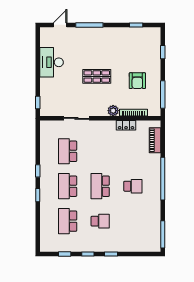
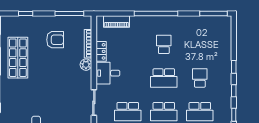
shop shelf: (97, 76) -> (18, 58), moved, width x1.43, depth x1.36
desk: (105, 132) -> (108, 73), added

